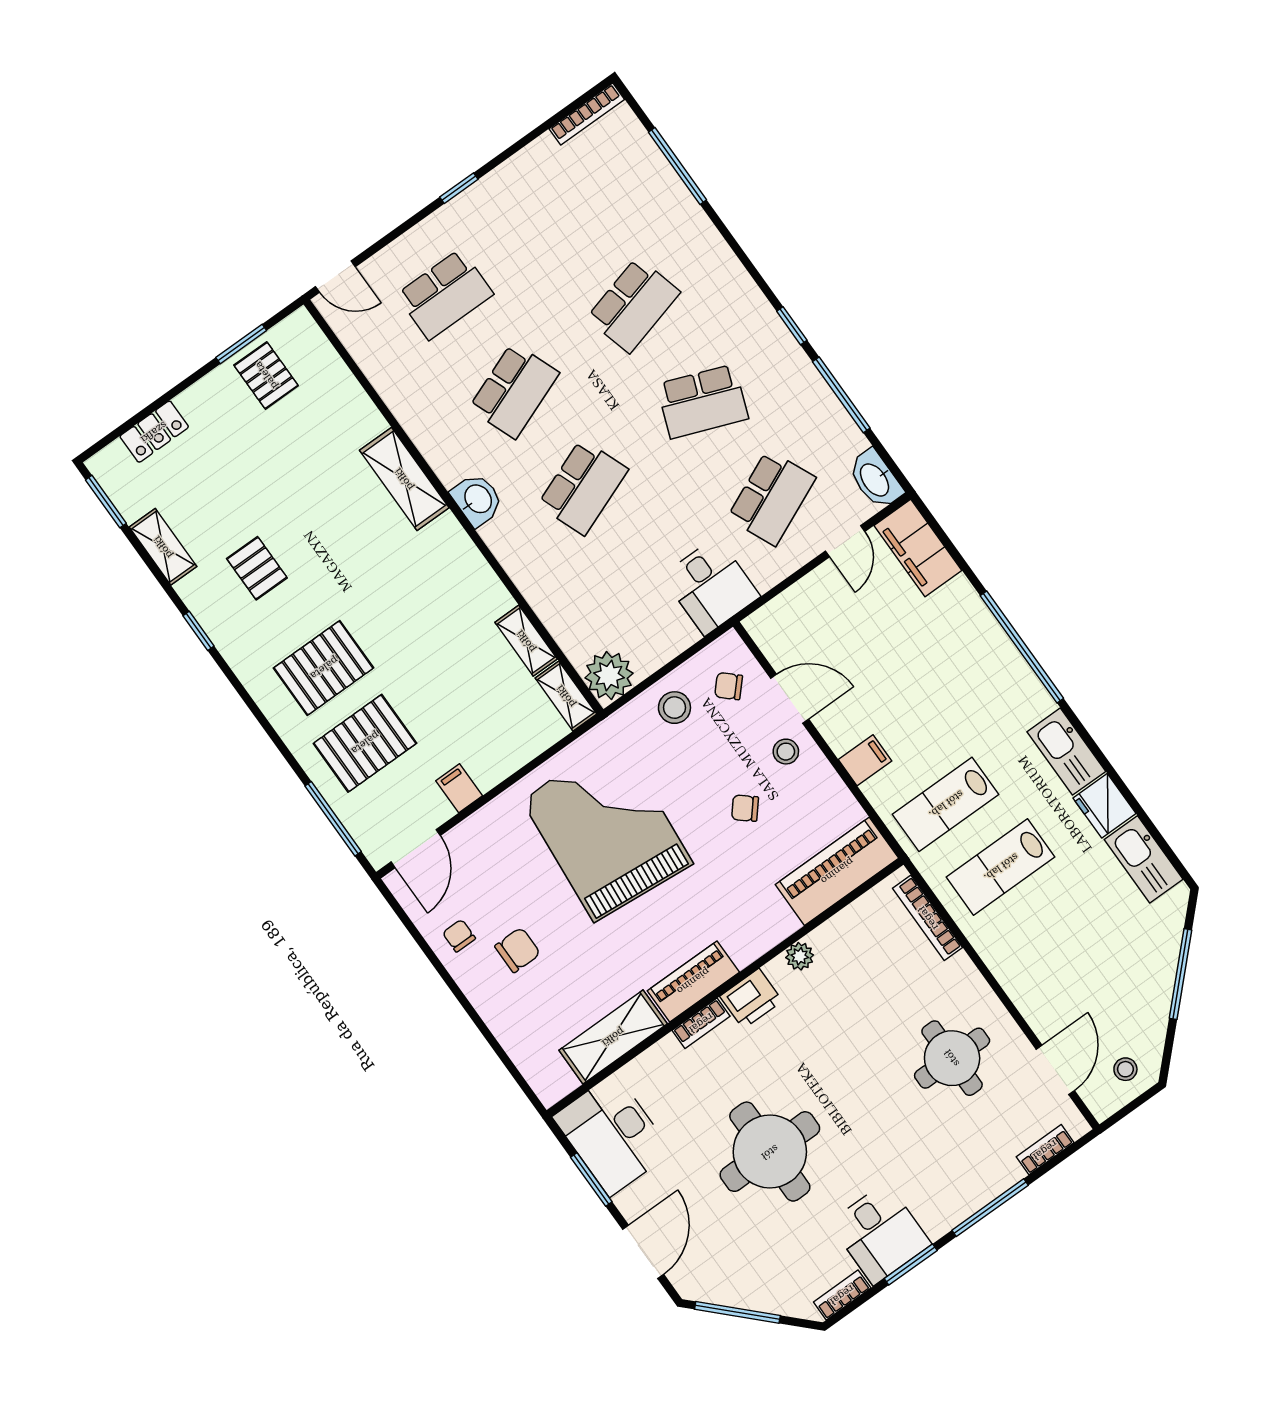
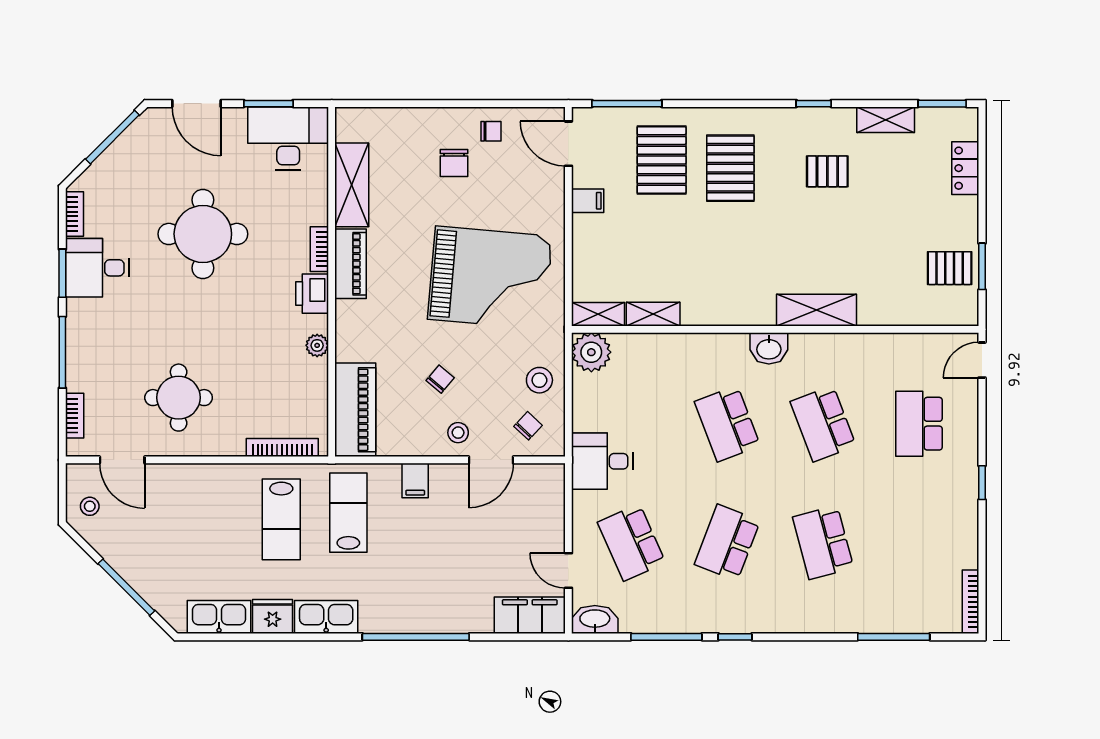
lab bench: (1001, 867) -> (281, 519), turned 180

